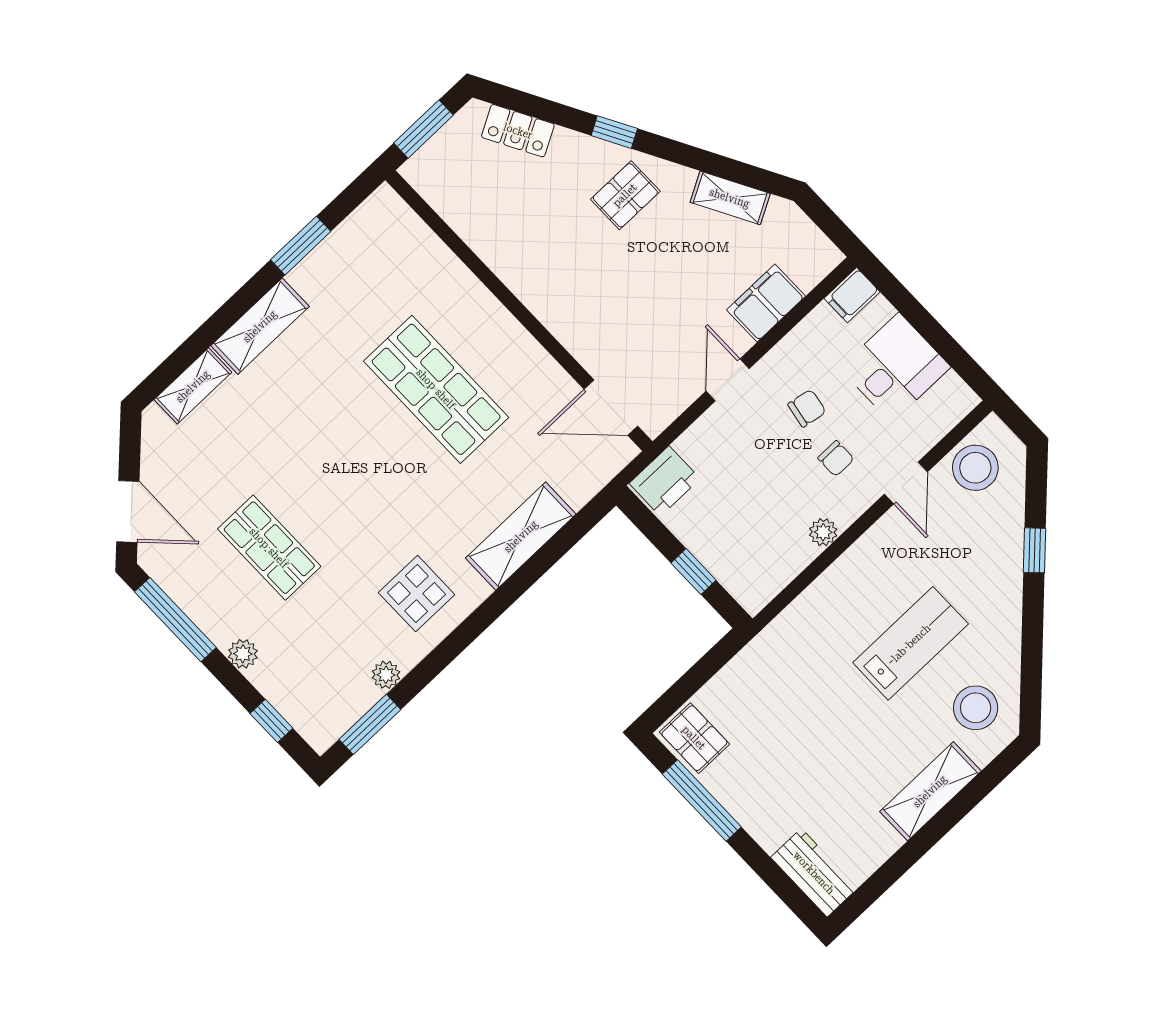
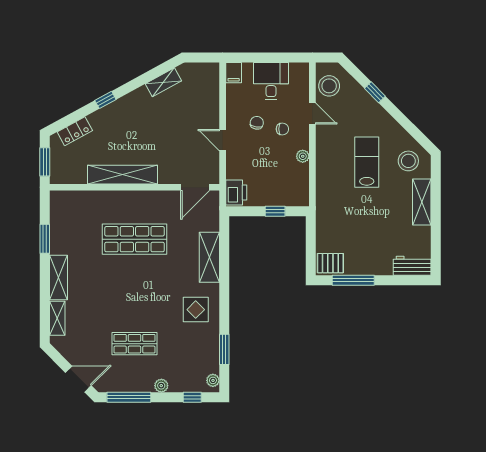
pallet: (625, 195) -> (130, 116), removed
shelving: (521, 272) -> (122, 175), added
filing cabinet: (766, 303) -> (209, 103), removed
plant: (386, 675) -> (213, 380), moved
window: (370, 724) -> (224, 349), moved

